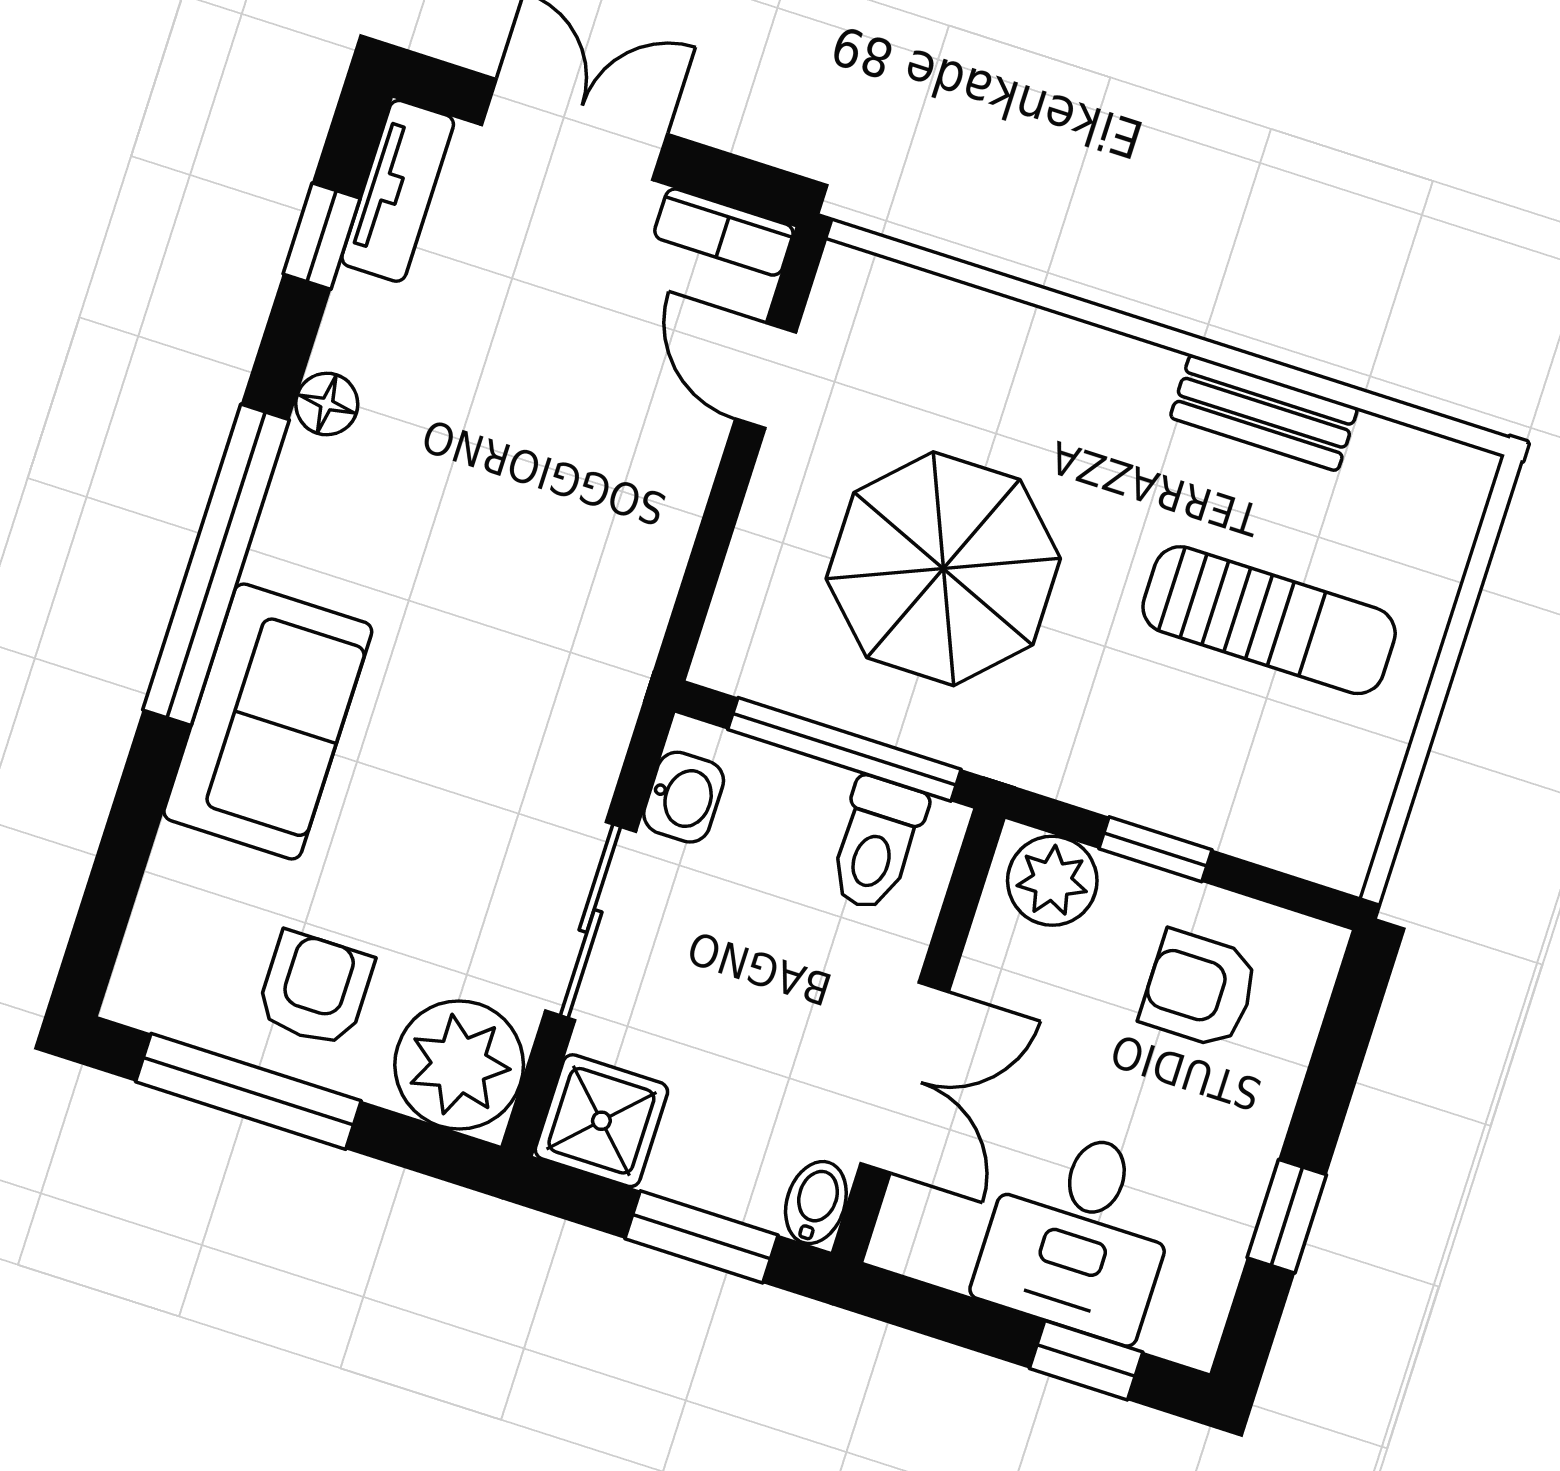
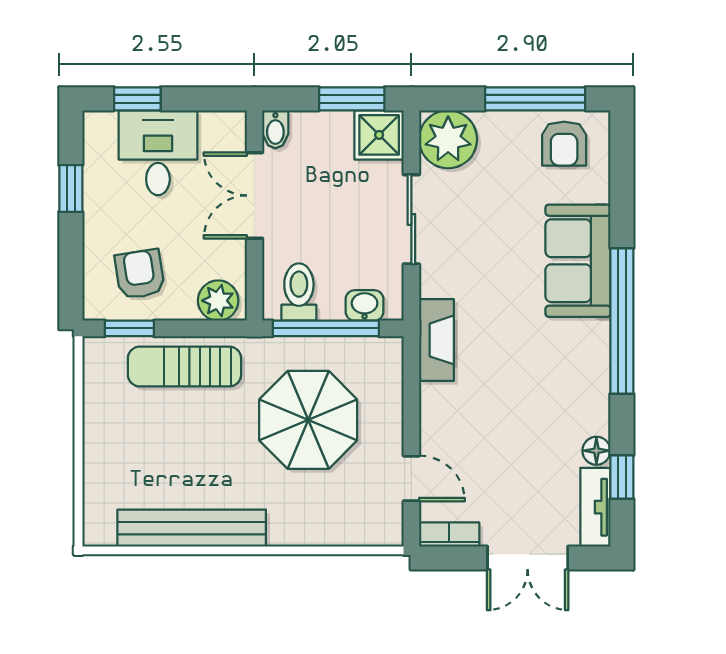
floor lamp: (327, 404) -> (596, 451), moved
bench: (1264, 413) -> (192, 528), width x1.86, depth x1.21
sun lounger: (1269, 620) -> (184, 367), moved
fireplace: (619, 650) -> (436, 340), added
washbasin: (684, 797) -> (365, 305), moved, turned 90
window: (1155, 849) -> (129, 328), moved
armchair: (315, 989) -> (564, 144), moved
armchair: (1200, 989) -> (140, 274), turned -99
window: (702, 1237) -> (352, 99), moved

